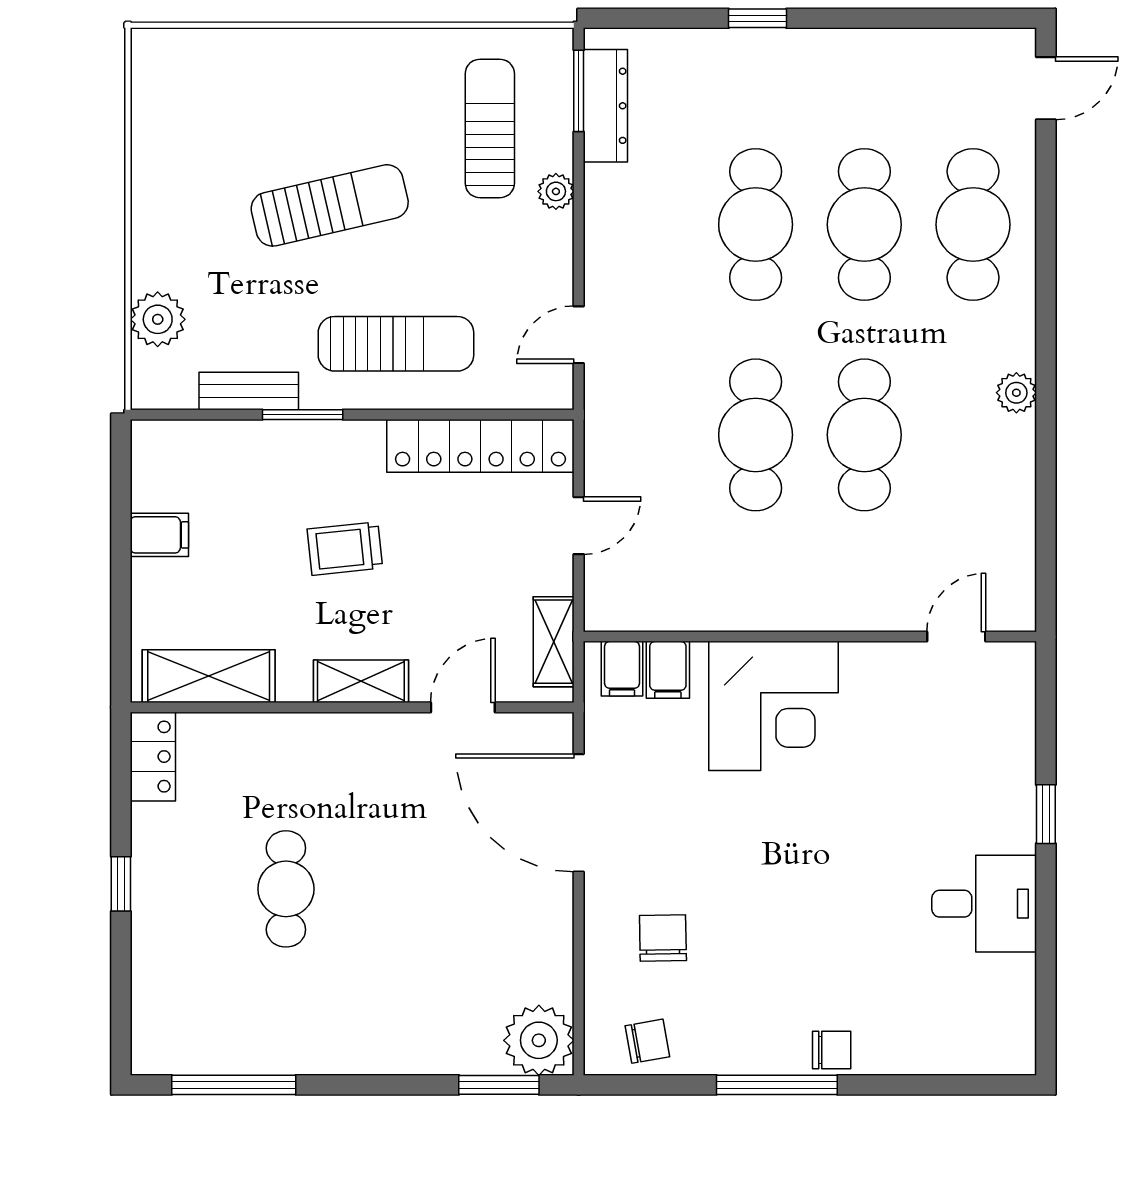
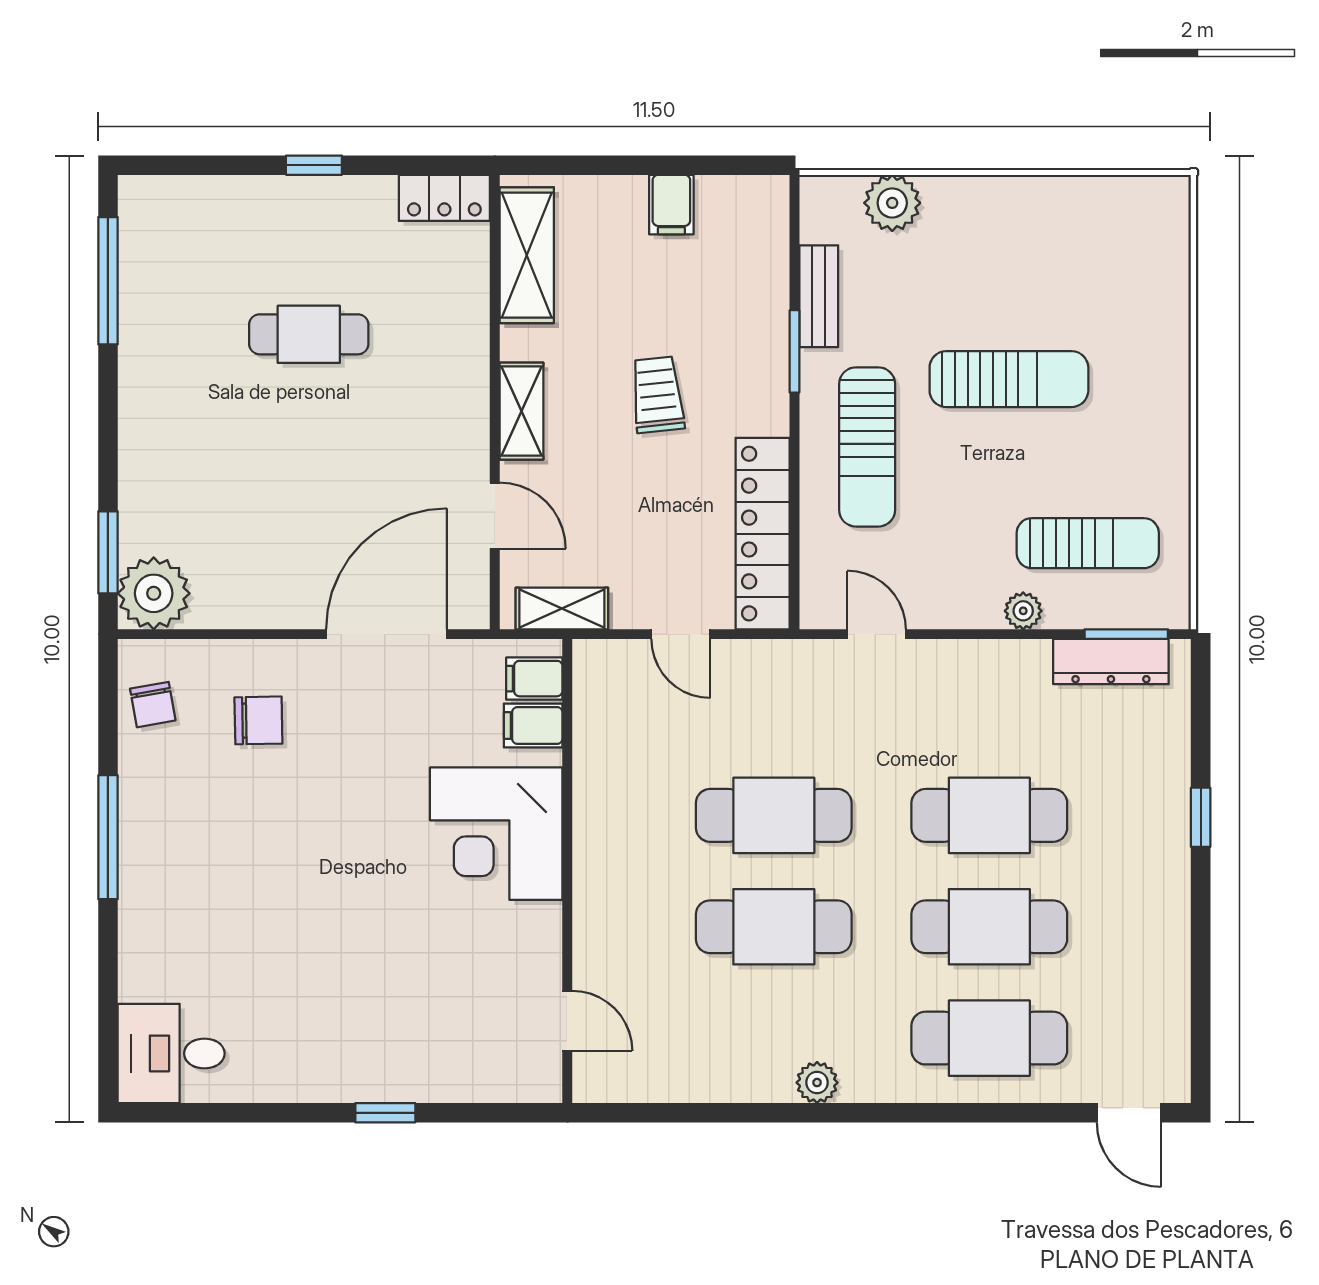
sun lounger: (330, 205) -> (1009, 379), turned -77
desk: (984, 904) -> (171, 1053), moved, turned 90
chair: (832, 1050) -> (144, 893), removed

